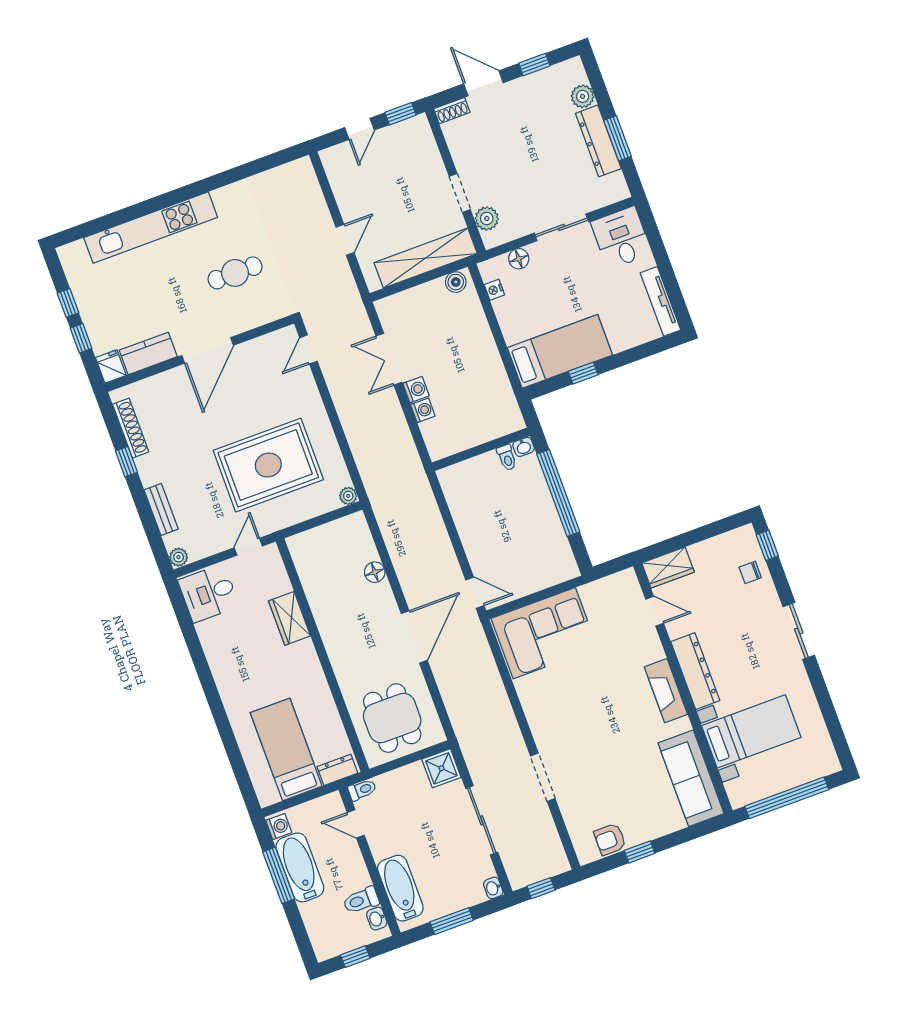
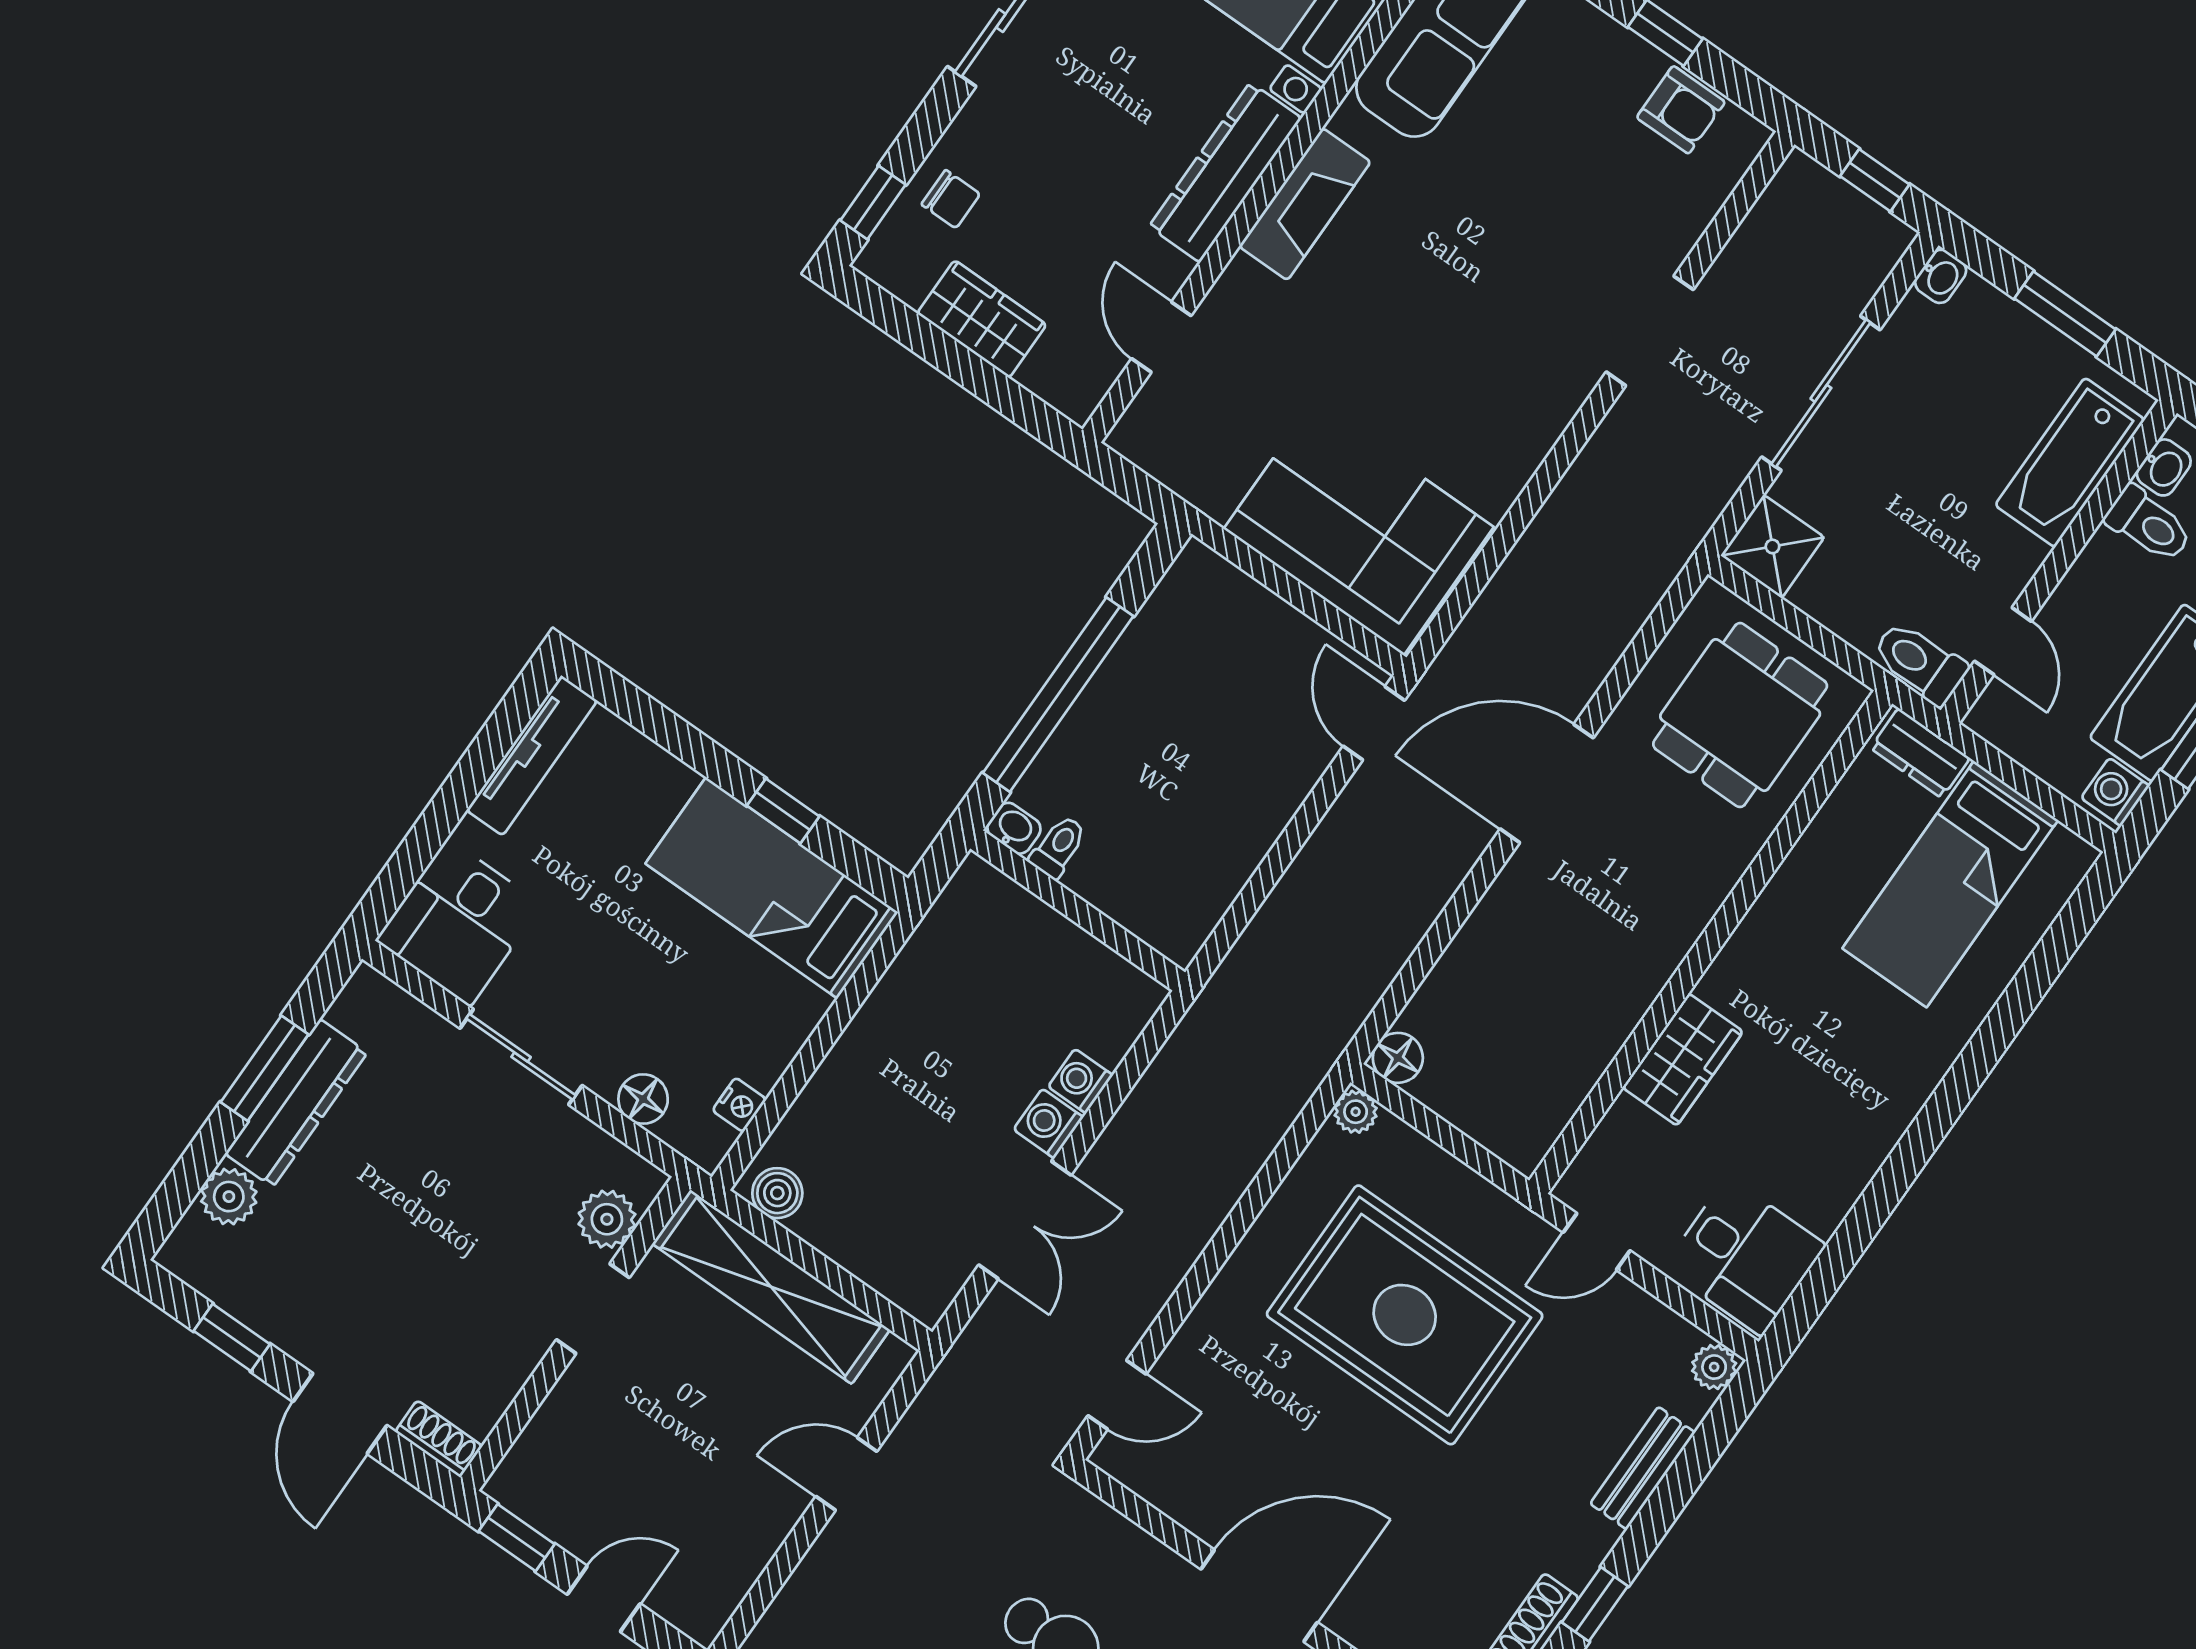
wardrobe: (668, 568) -> (982, 319), moved
floor lamp: (375, 572) -> (1398, 1058), moved
toilet: (362, 790) -> (1920, 662), width x1.37, depth x1.39

